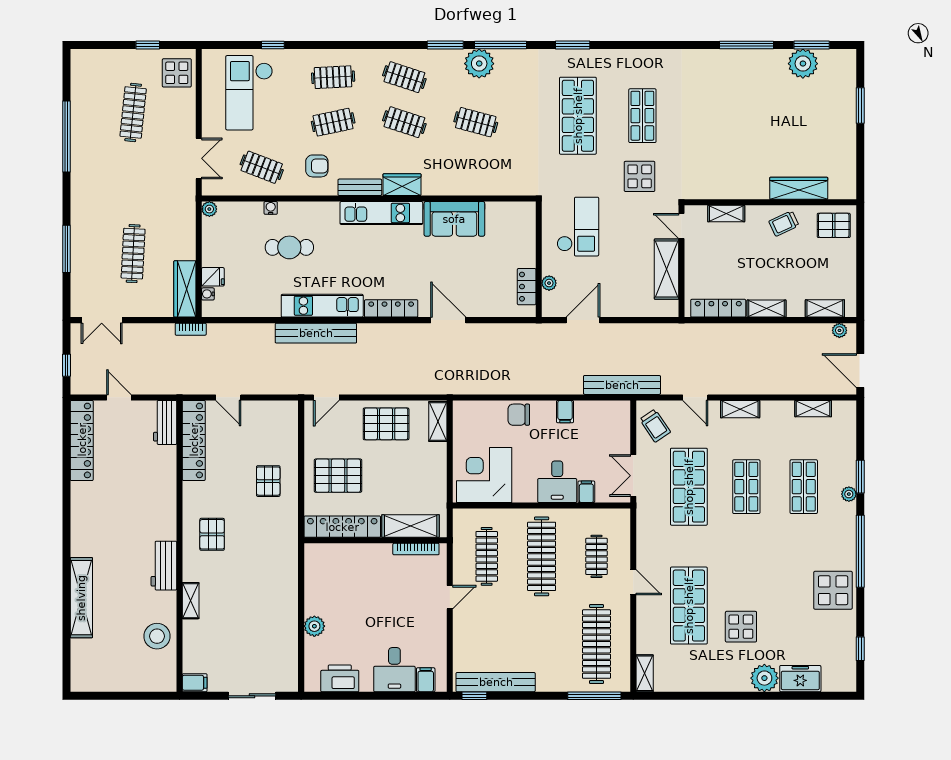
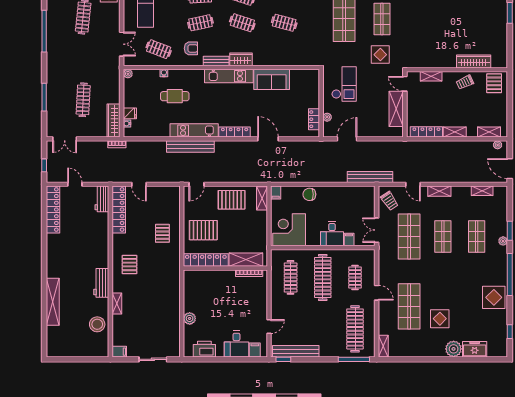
pallet: (834, 225) -> (494, 83), turned 90
filing cabinet: (565, 412) -> (276, 193), moved
door: (450, 597) -> (269, 327), moved

